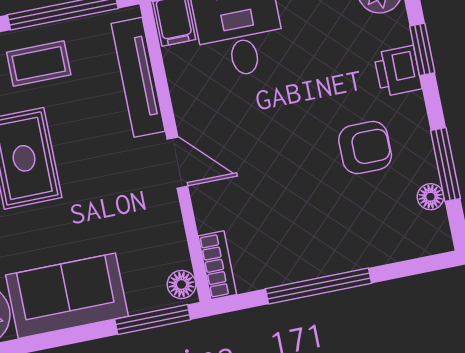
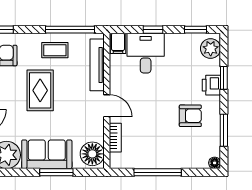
floor lamp: (431, 197) -> (215, 163), moved
bookcase: (217, 265) -> (115, 138), moved
floor lamp: (181, 284) -> (92, 154), width x1.89, depth x1.89
window: (153, 319) -> (56, 172), moved

